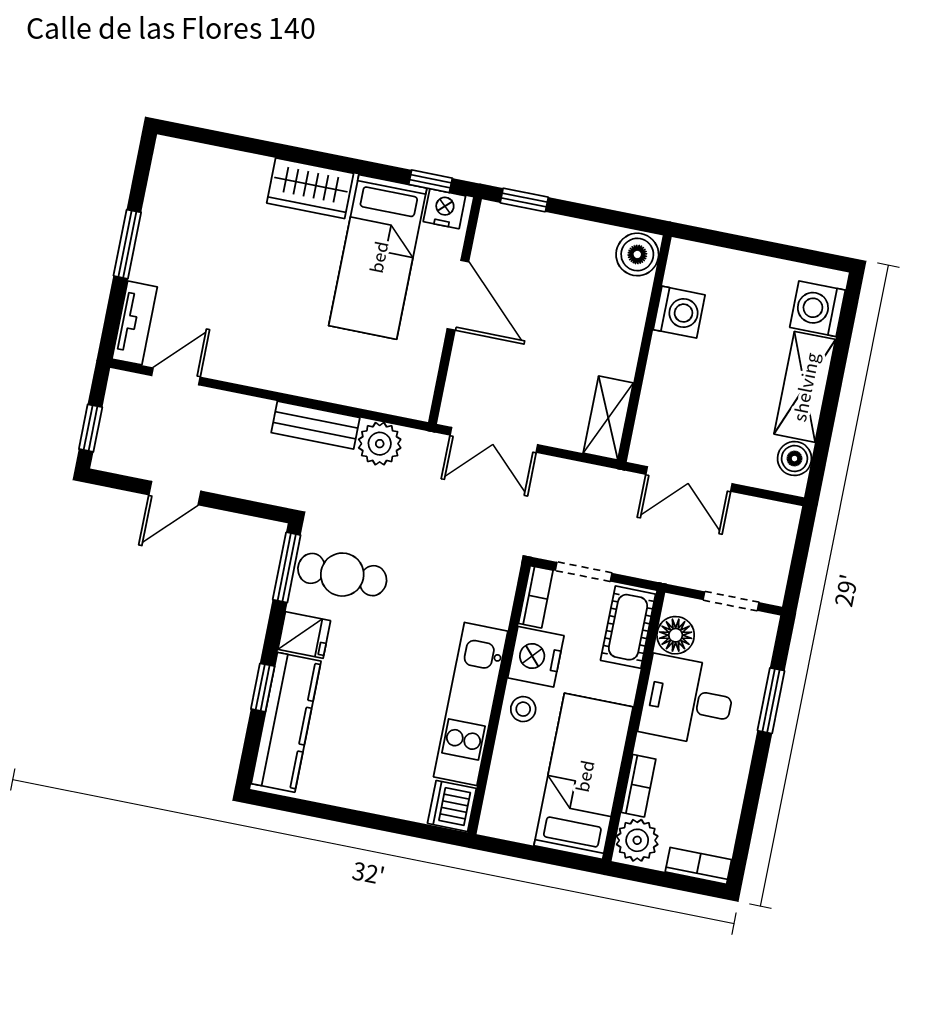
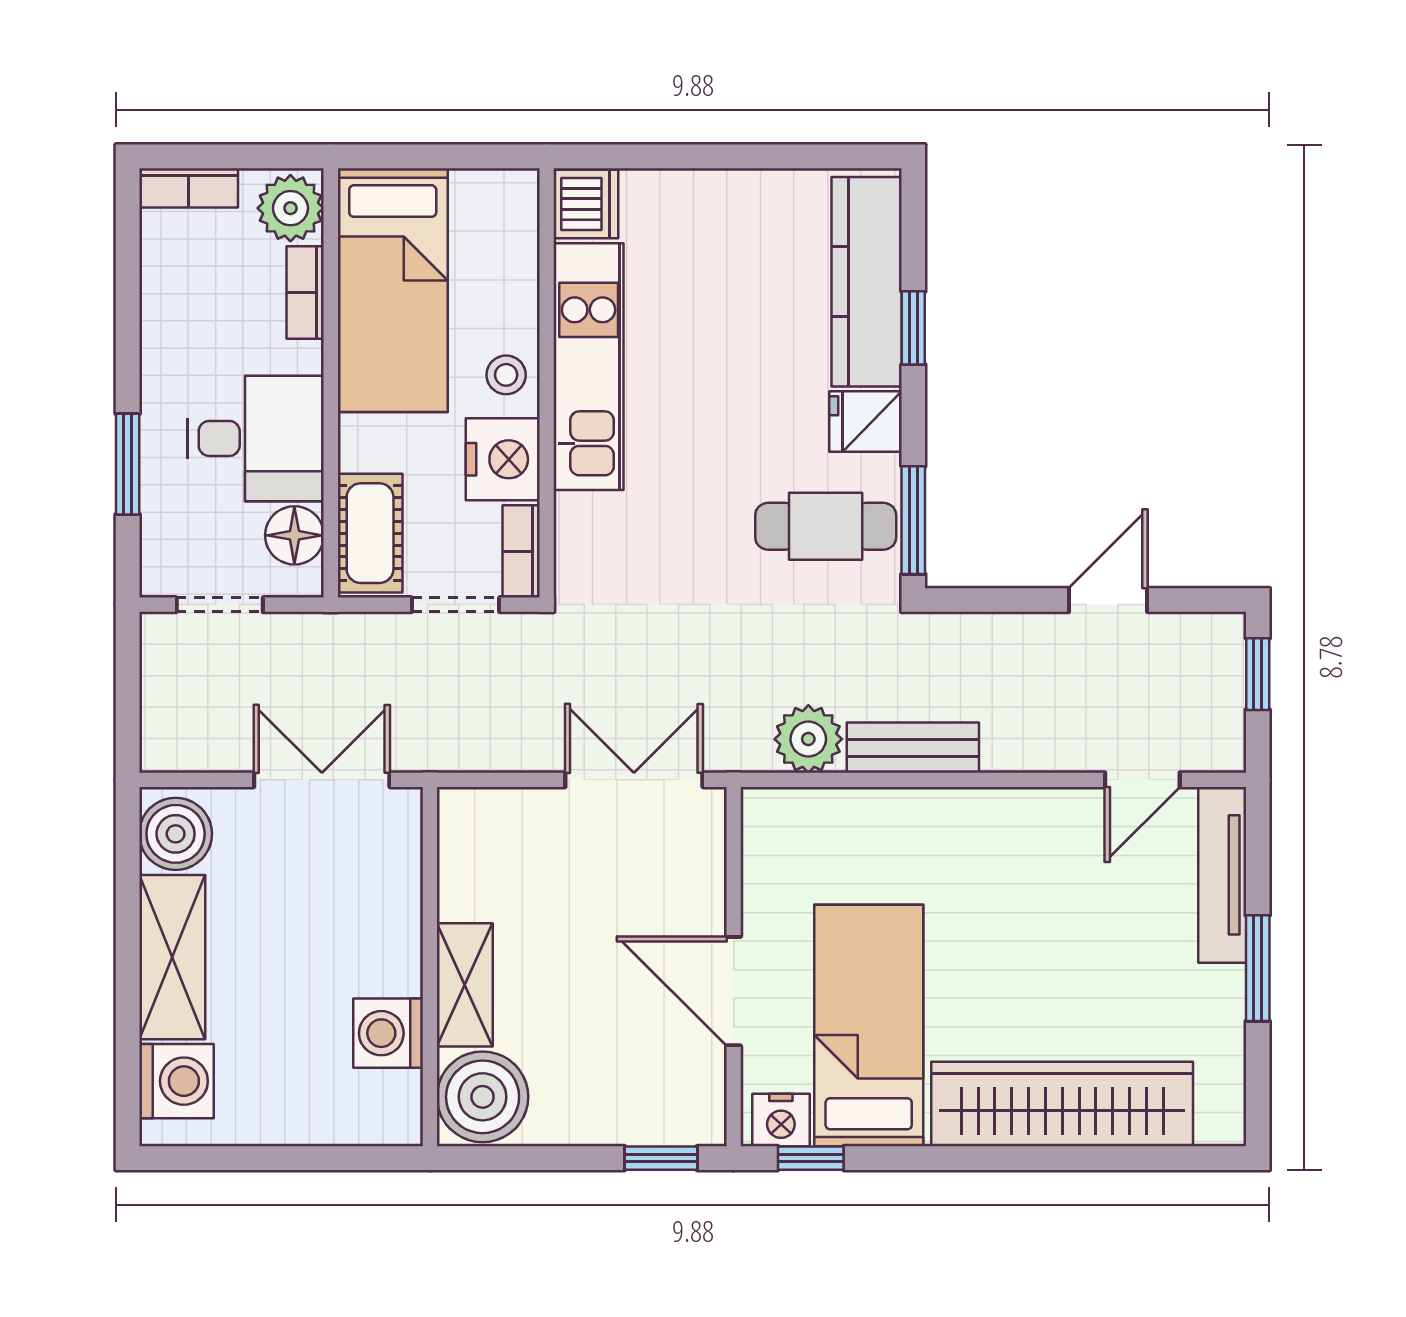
wardrobe: (310, 188) -> (1062, 1104), width x2.10, depth x1.17
boiler: (637, 254) -> (483, 1097), width x1.37, depth x1.37
tv unit: (135, 323) -> (1222, 875), width x1.41
shelving: (608, 418) -> (465, 985), moved
boiler: (794, 459) -> (176, 834), width x1.36, depth x1.36

